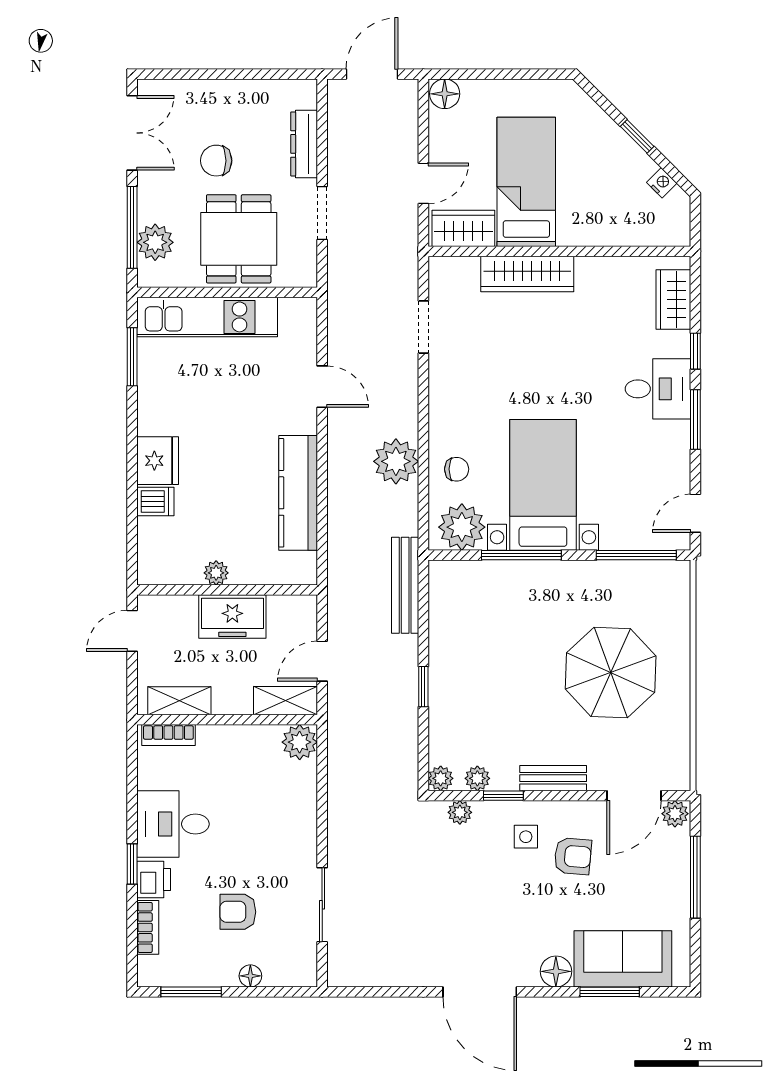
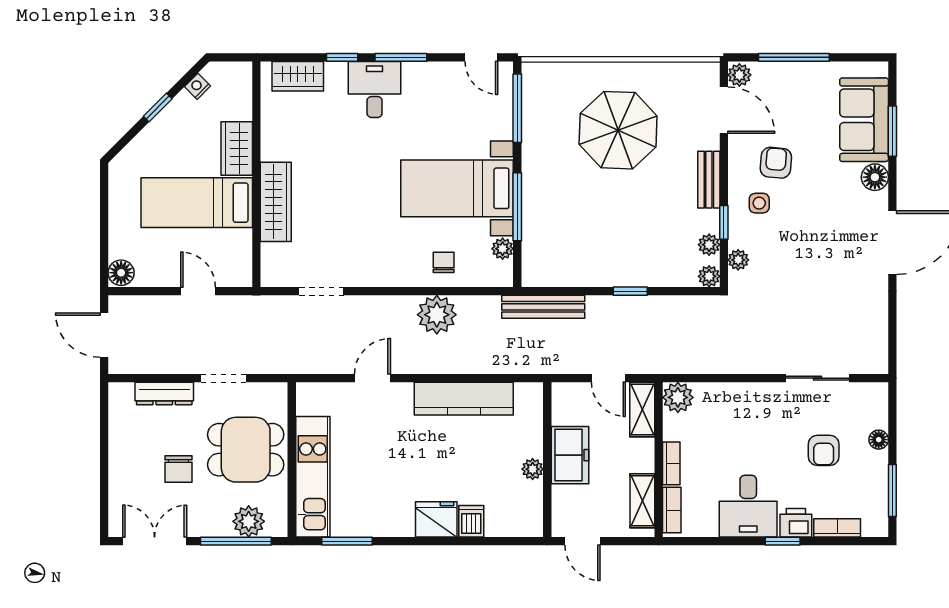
wardrobe: (463, 228) -> (237, 149), moved
plant: (462, 527) -> (503, 249), width x0.53, depth x0.53
bookcase: (223, 734) -> (671, 463), added

